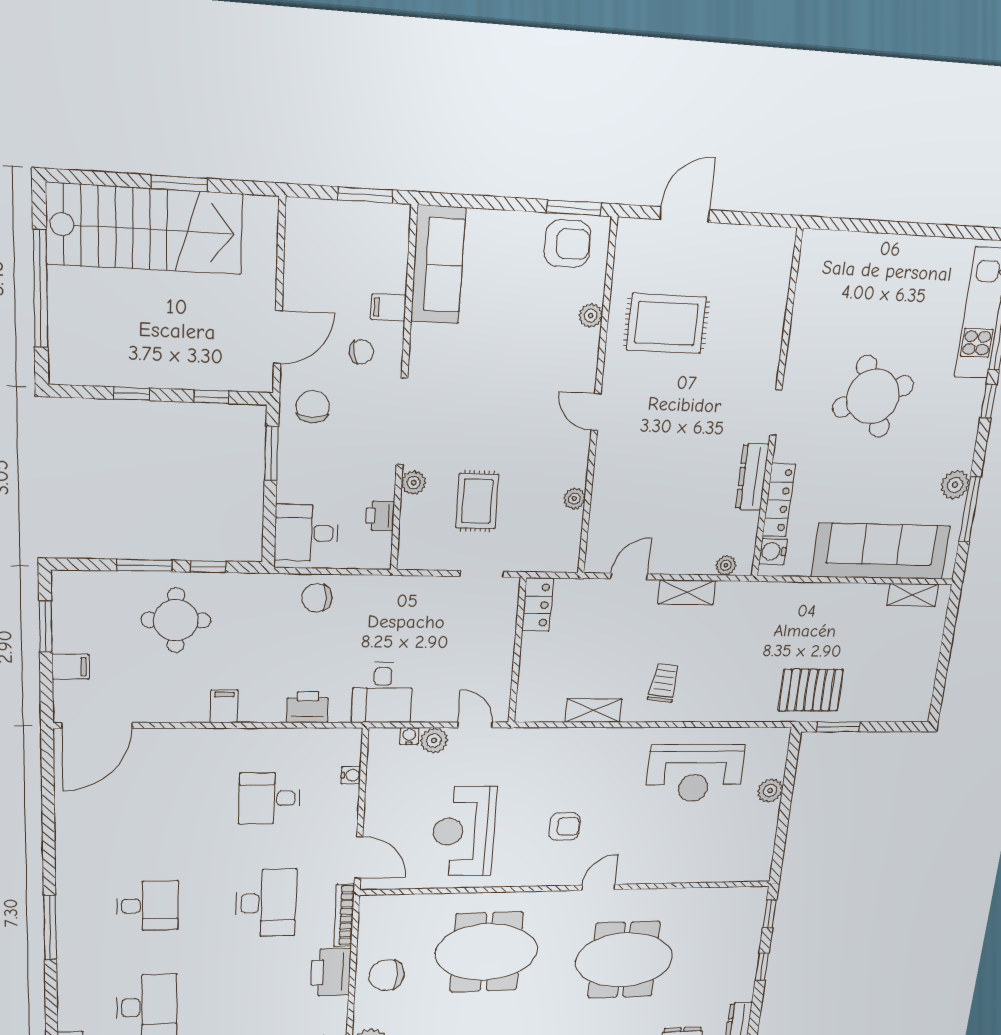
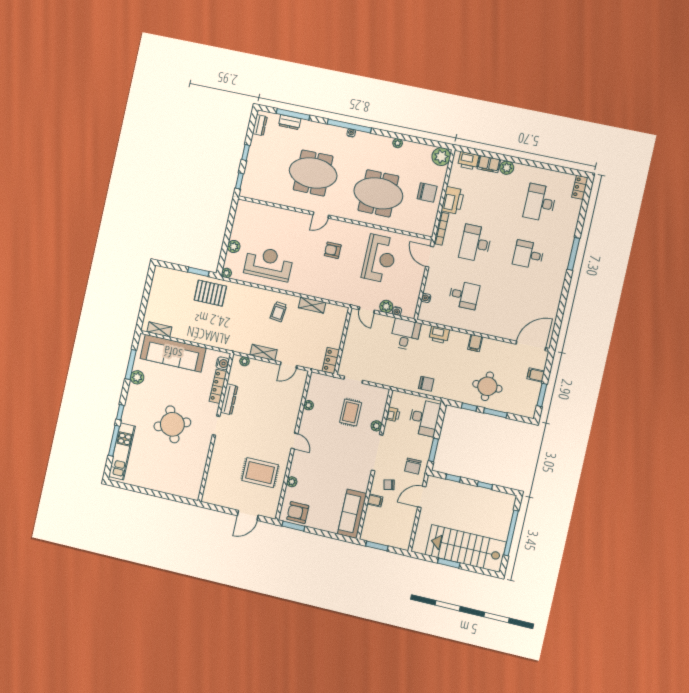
desk: (306, 533) -> (424, 418), width x1.37
plant: (780, 737) -> (226, 273), added

